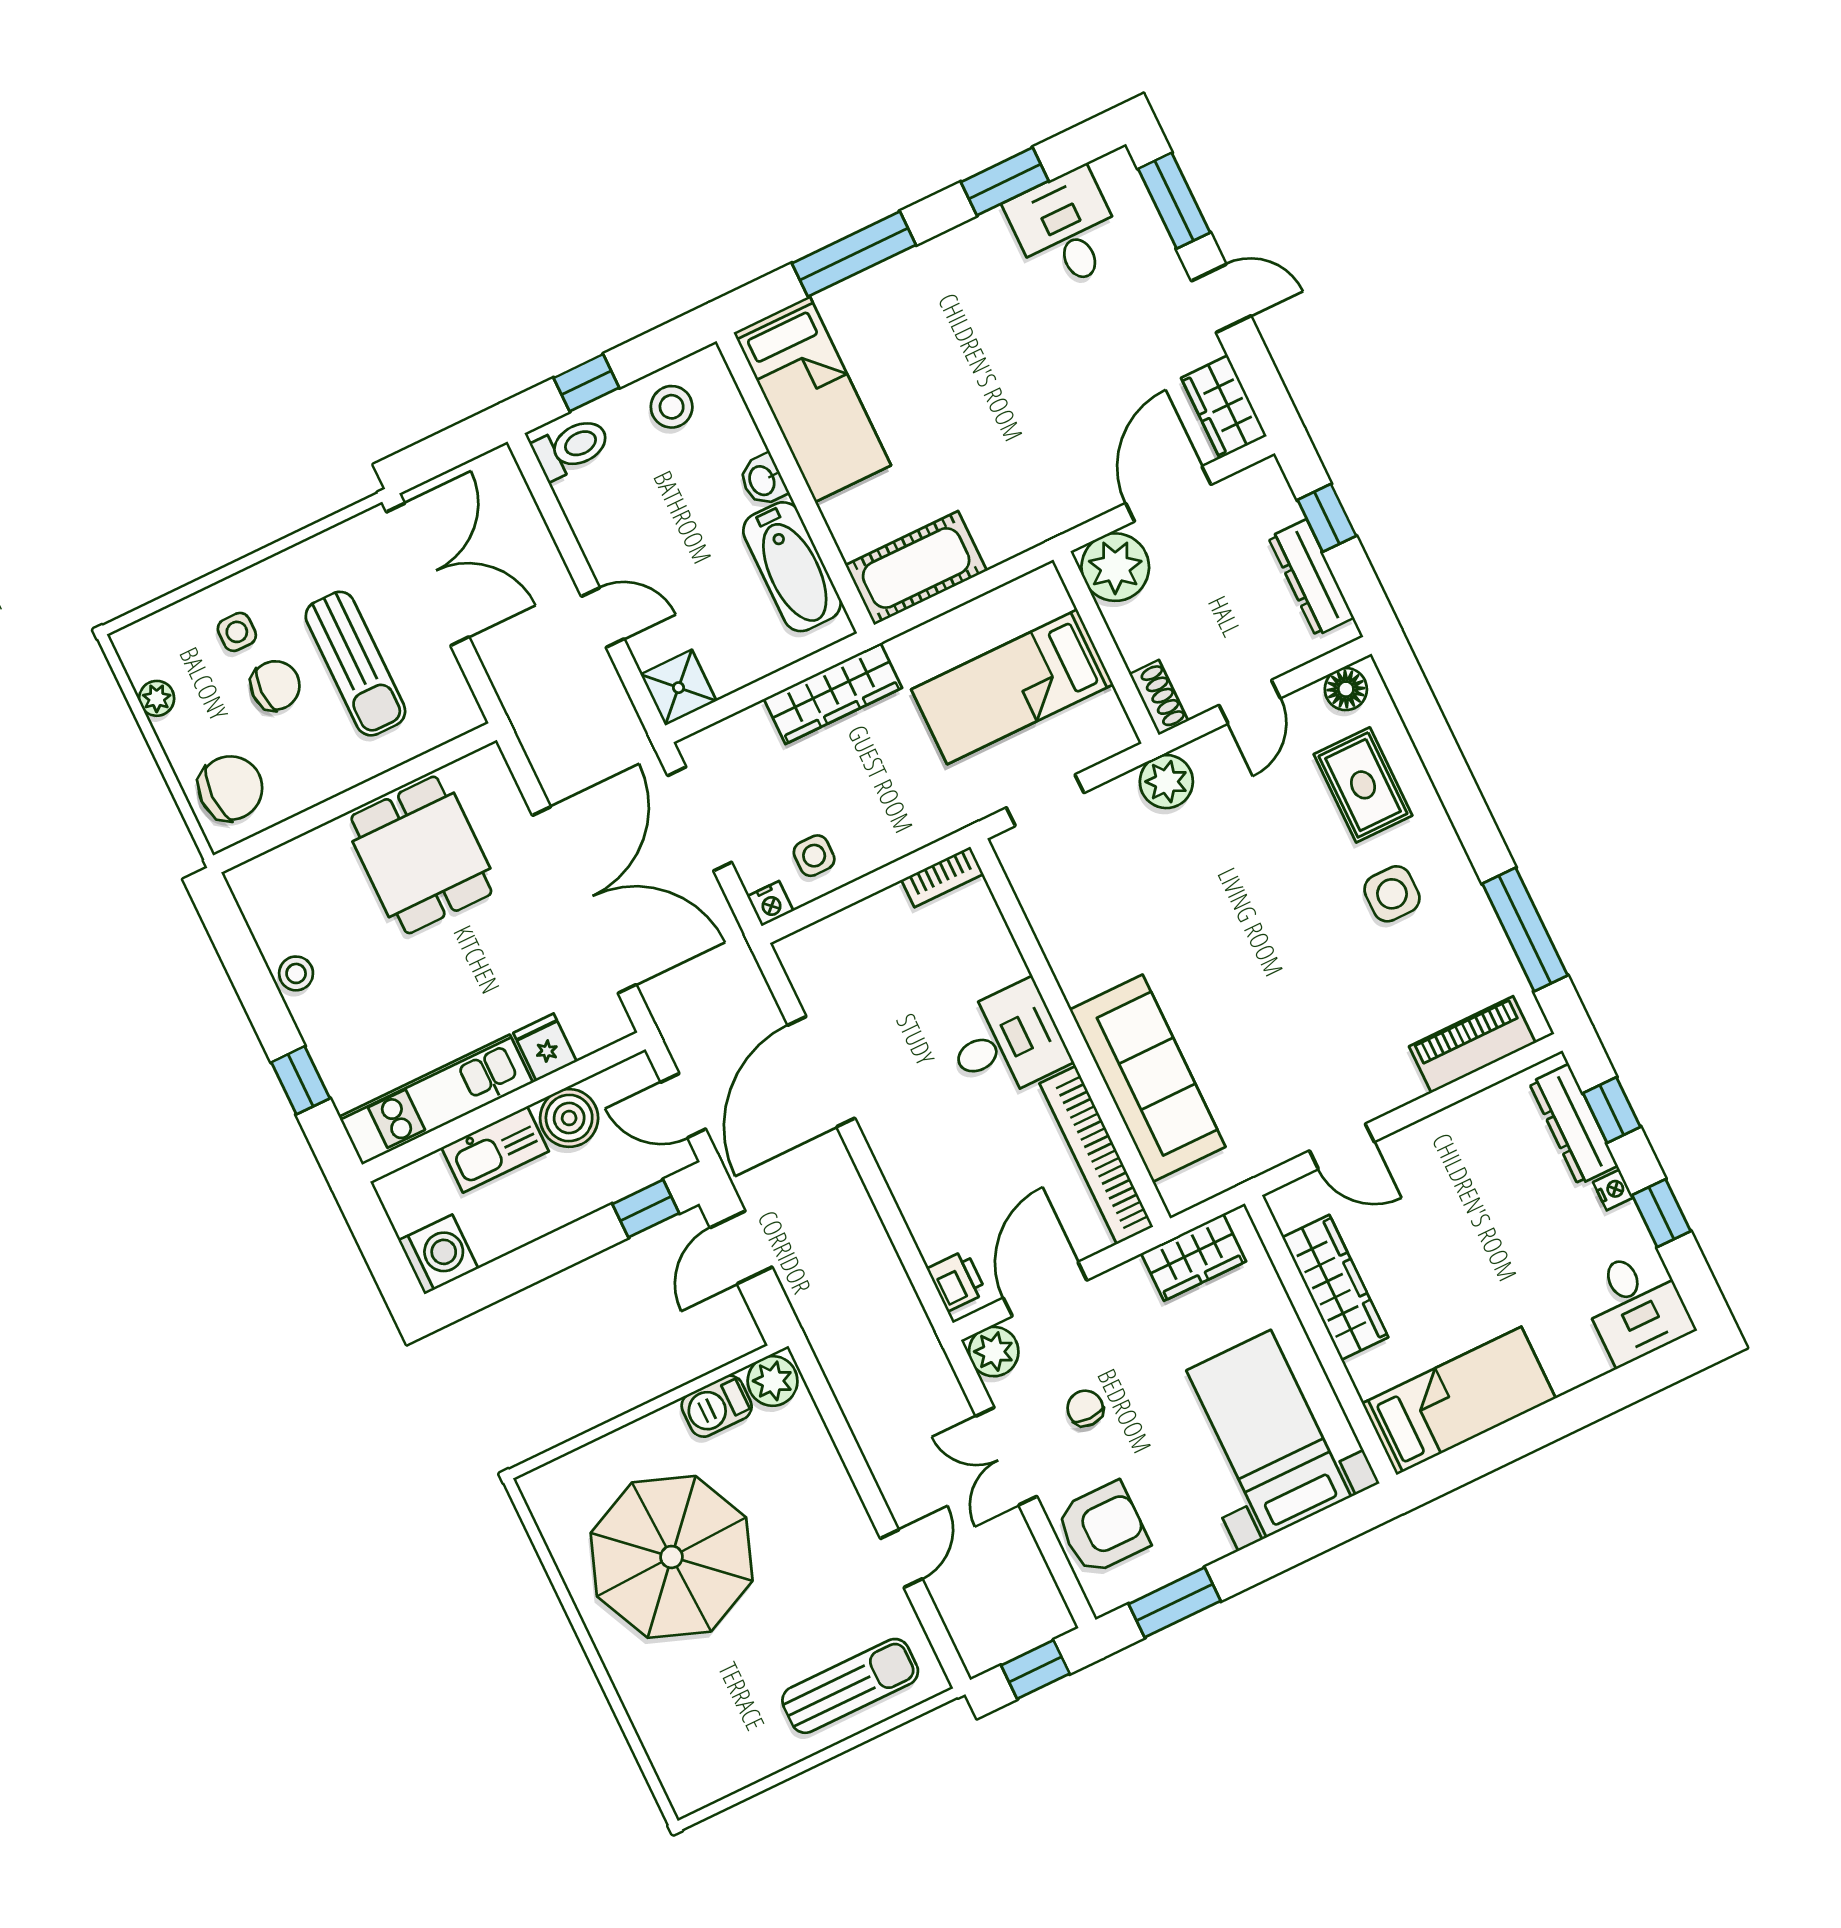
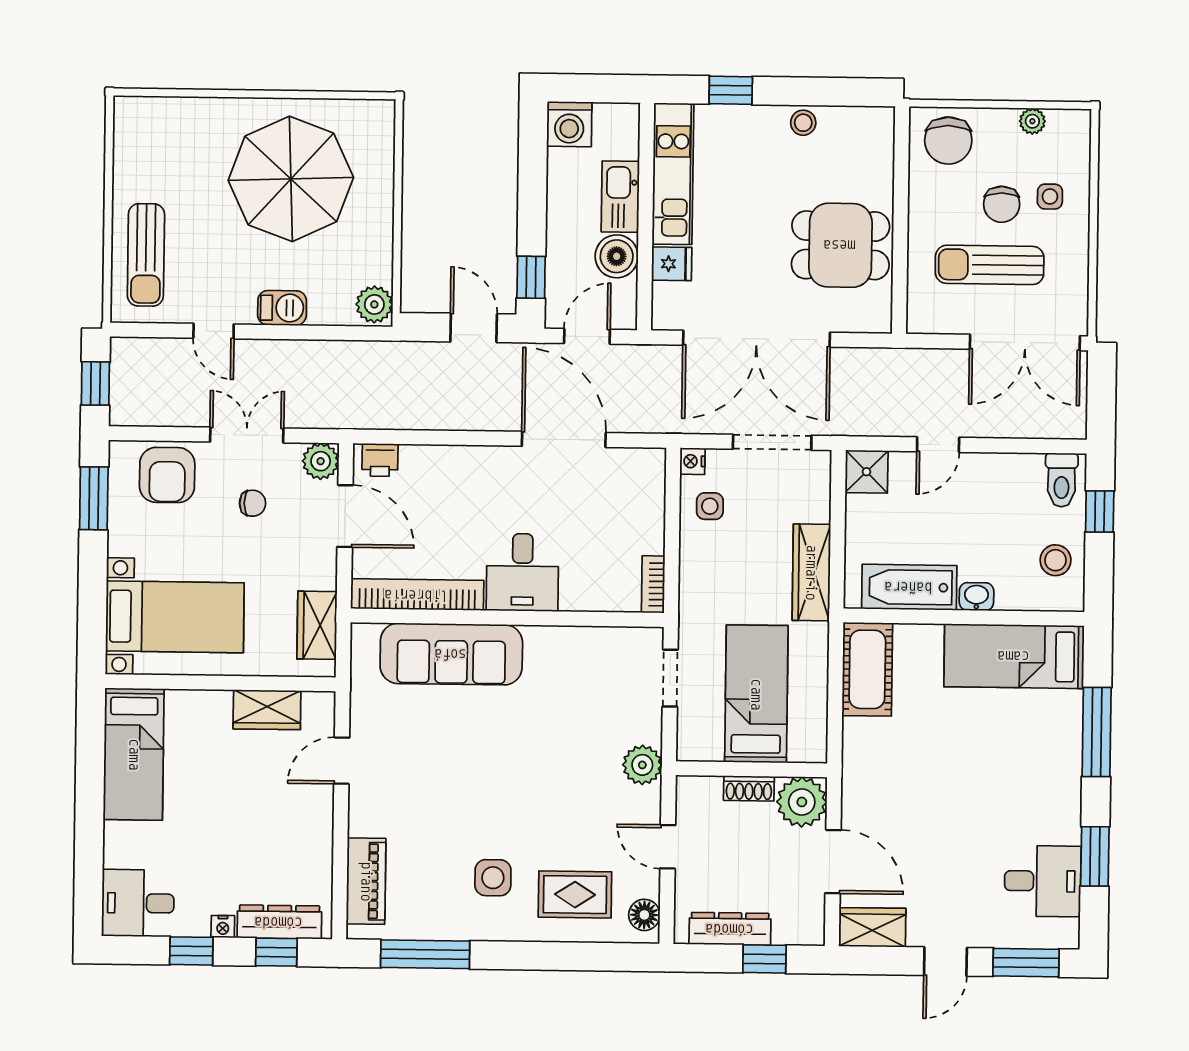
shoe rack: (1159, 698) -> (749, 788), moved
wardrobe: (1335, 1287) -> (267, 710), width x0.67
barbecue: (717, 1406) -> (282, 308), moved, turned 90

